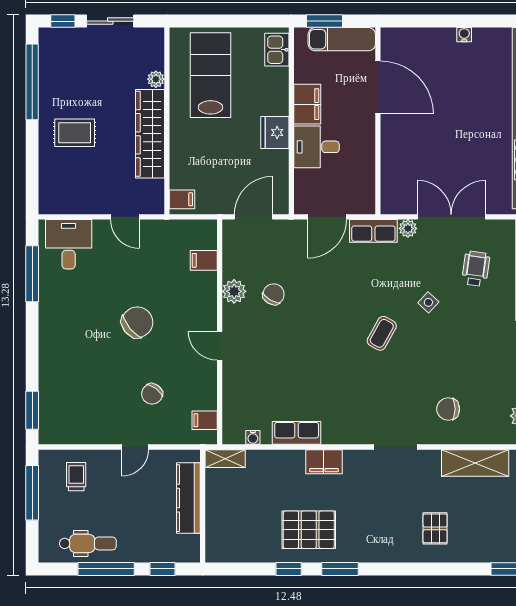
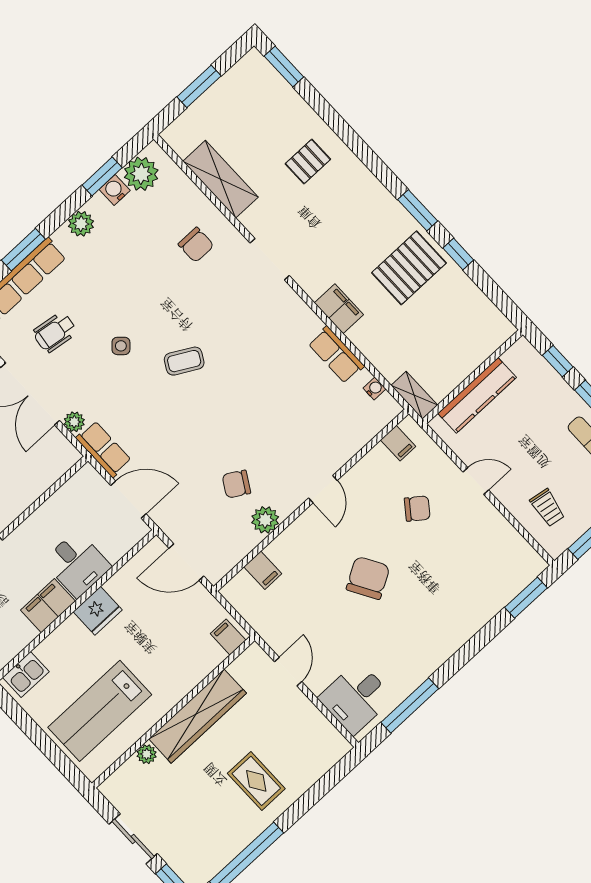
chair: (137, 322) -> (368, 578), turned 99
trolley: (76, 477) -> (547, 508), turned -81
pallet: (309, 530) -> (409, 268), turned 90

